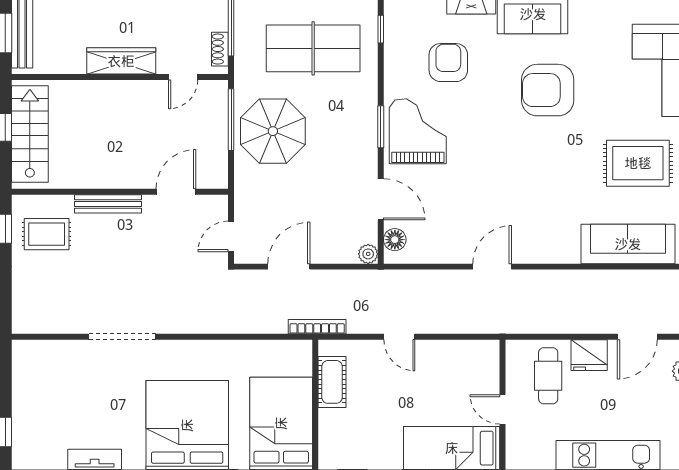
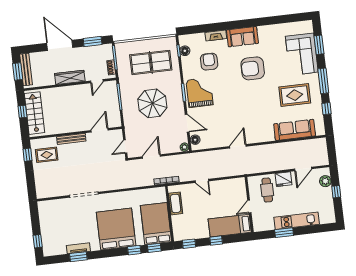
floor lamp: (395, 31) -> (185, 51), added
parasol: (273, 131) -> (152, 103), moved
door: (502, 409) -> (249, 207), hinge flipped

